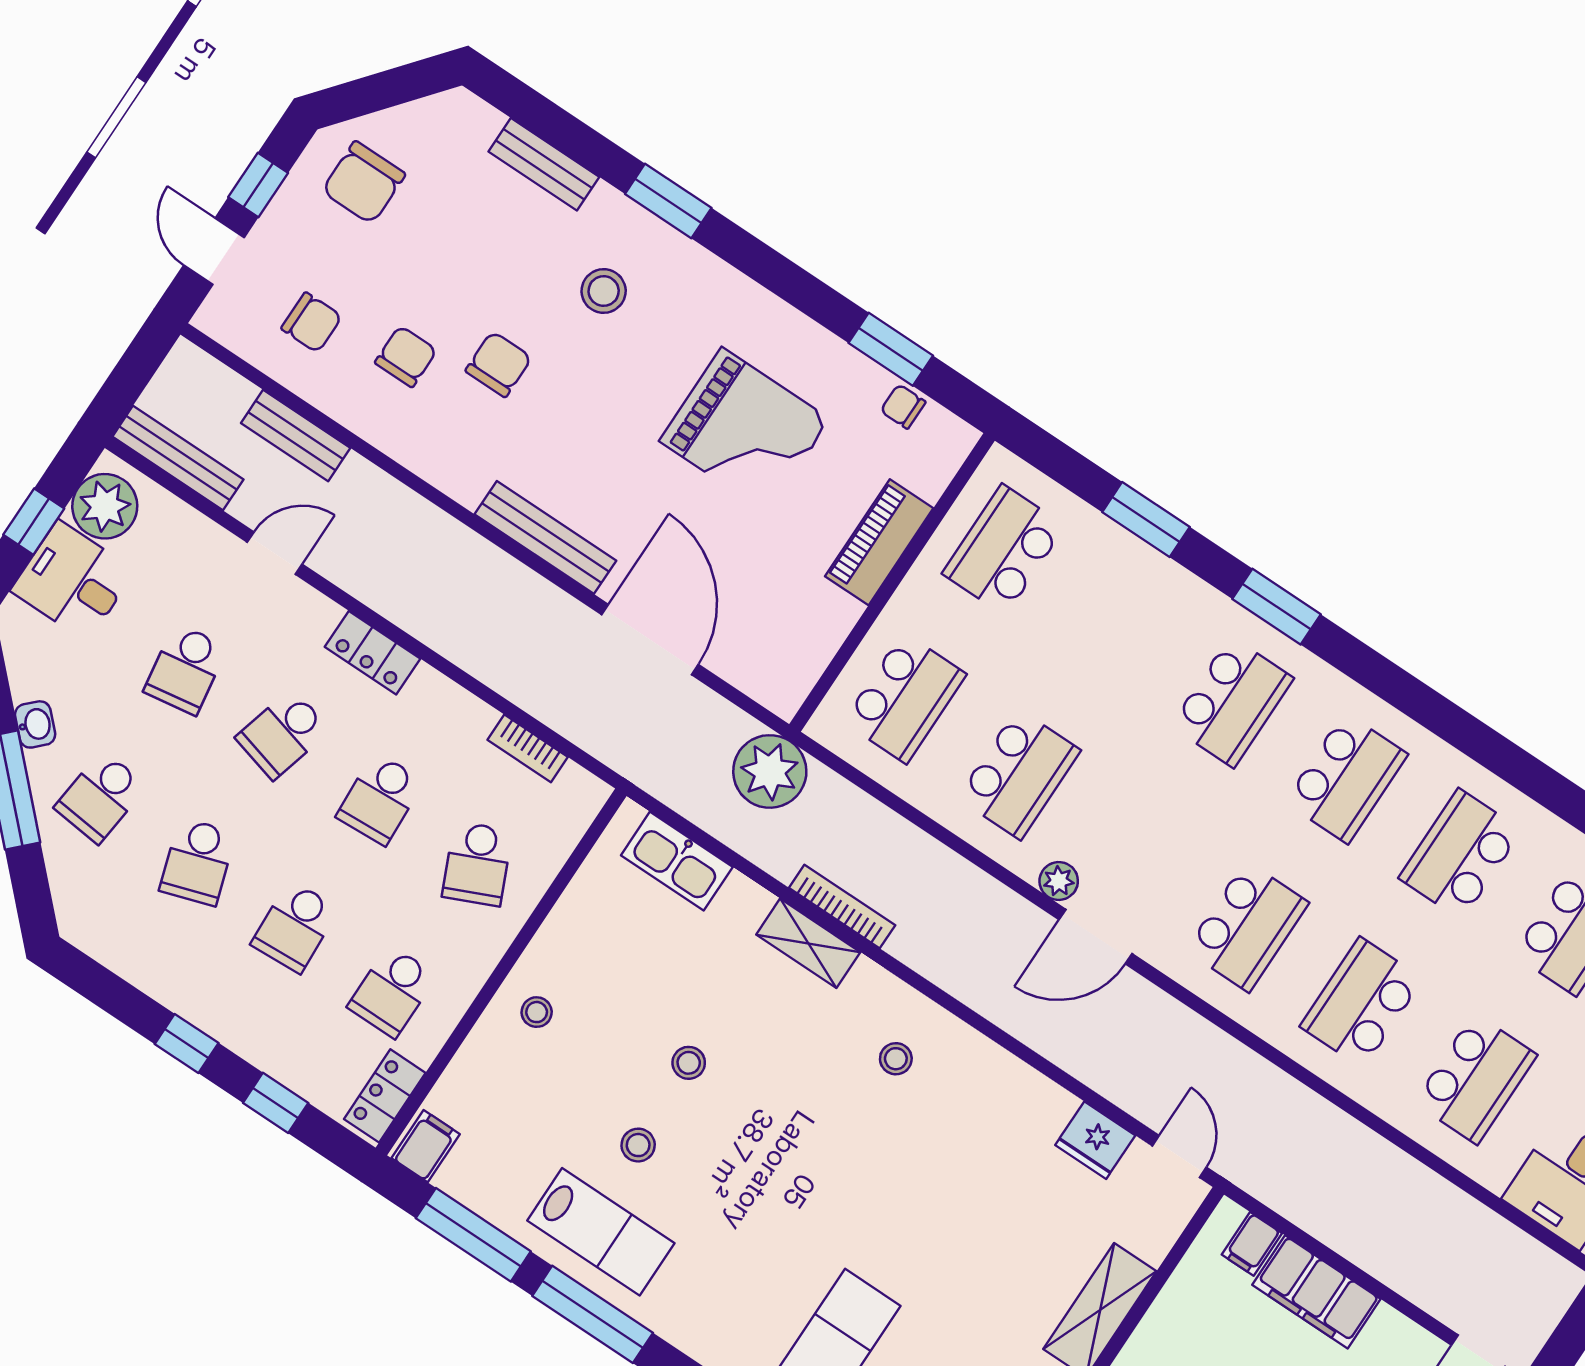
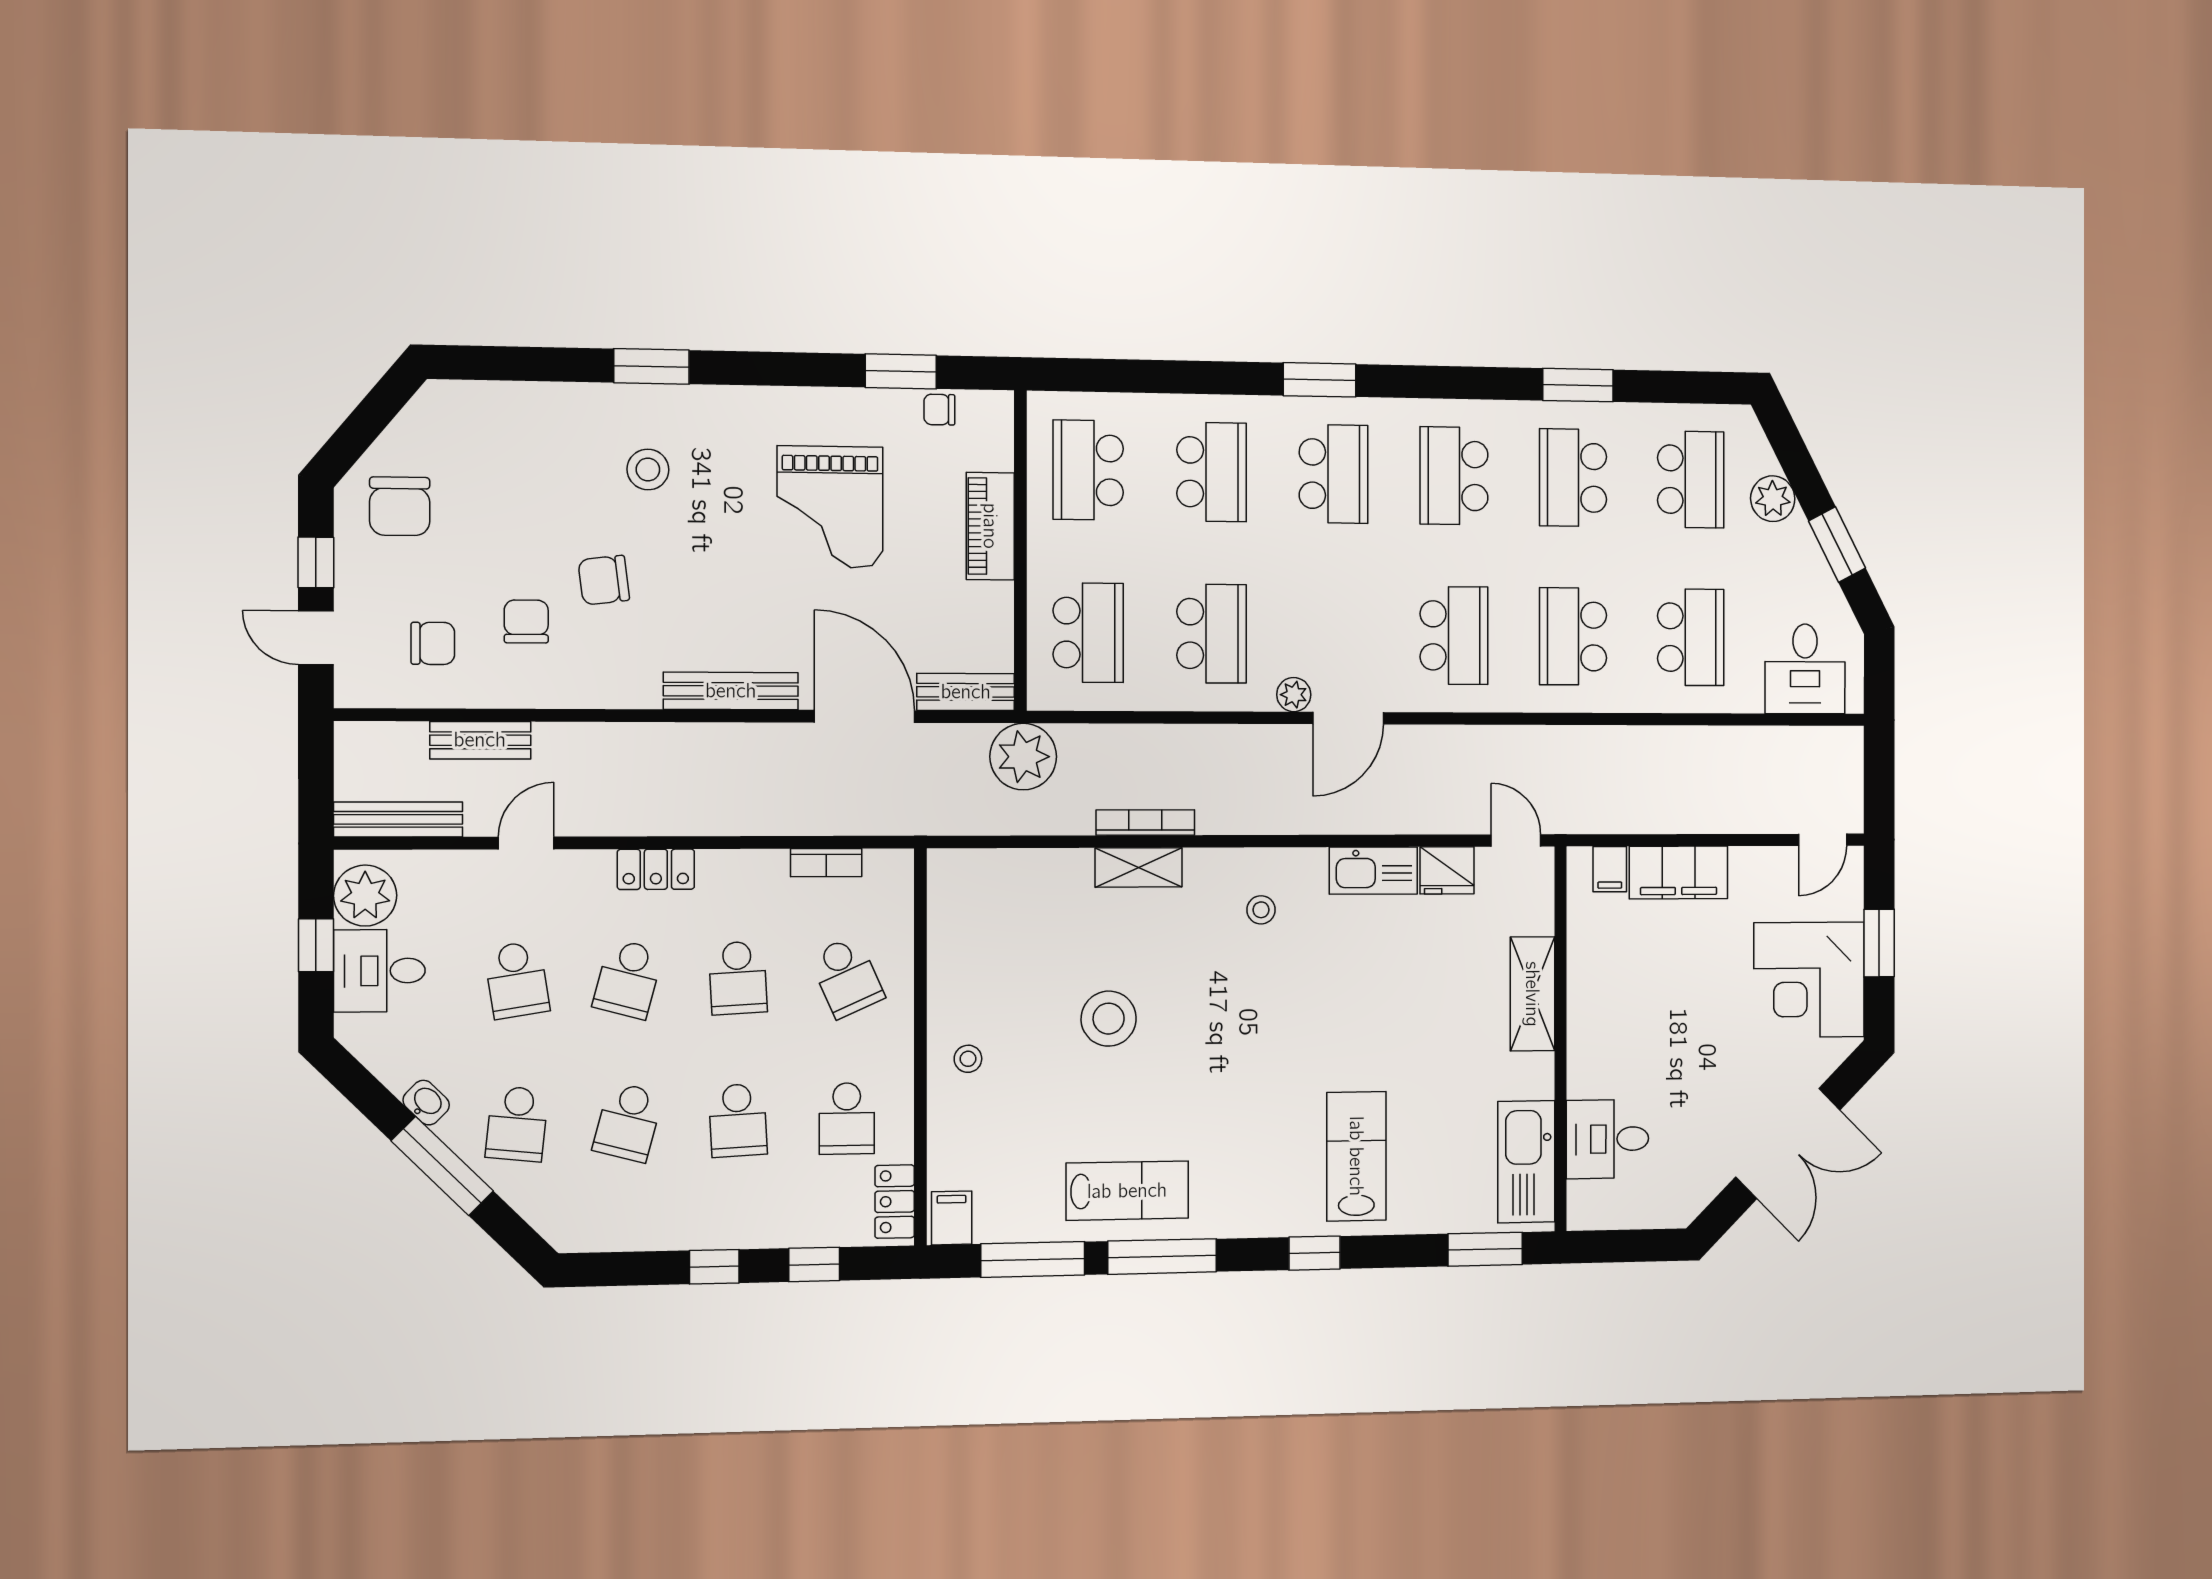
bench: (544, 164) -> (966, 692), moved
chair: (499, 364) -> (604, 580), turned -97
grand piano: (745, 430) -> (830, 507), turned 90
window: (1146, 519) -> (1578, 385), moved
school desk: (1118, 626) -> (1212, 472), added
school desk: (1346, 778) -> (1454, 476), turned 180
kitchen sink: (677, 861) -> (1373, 871), moved
school desk: (198, 862) -> (628, 1122), turned 33
stool: (689, 1063) -> (1109, 1019), width x1.89, depth x1.89
stool: (638, 1145) -> (1112, 1106), removed

